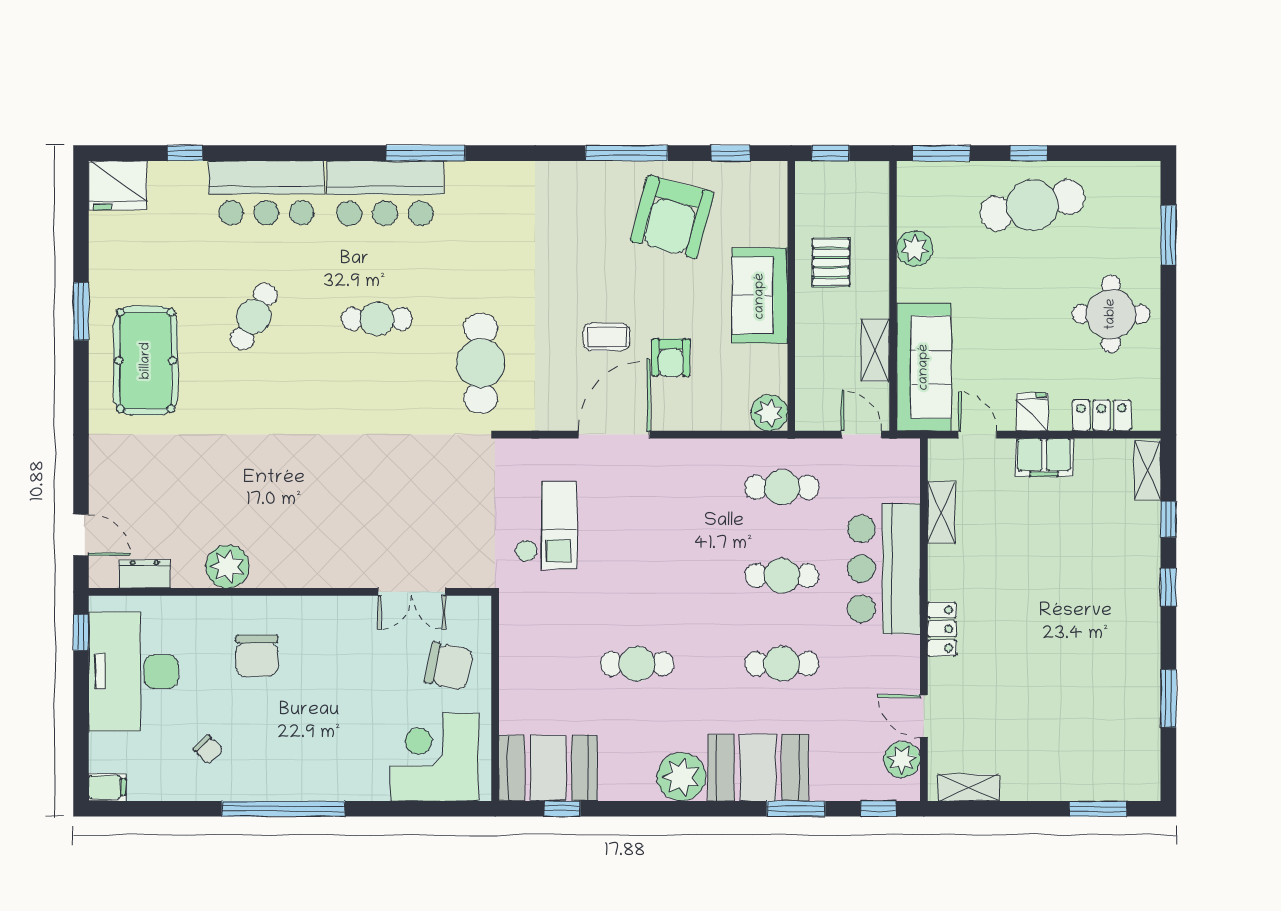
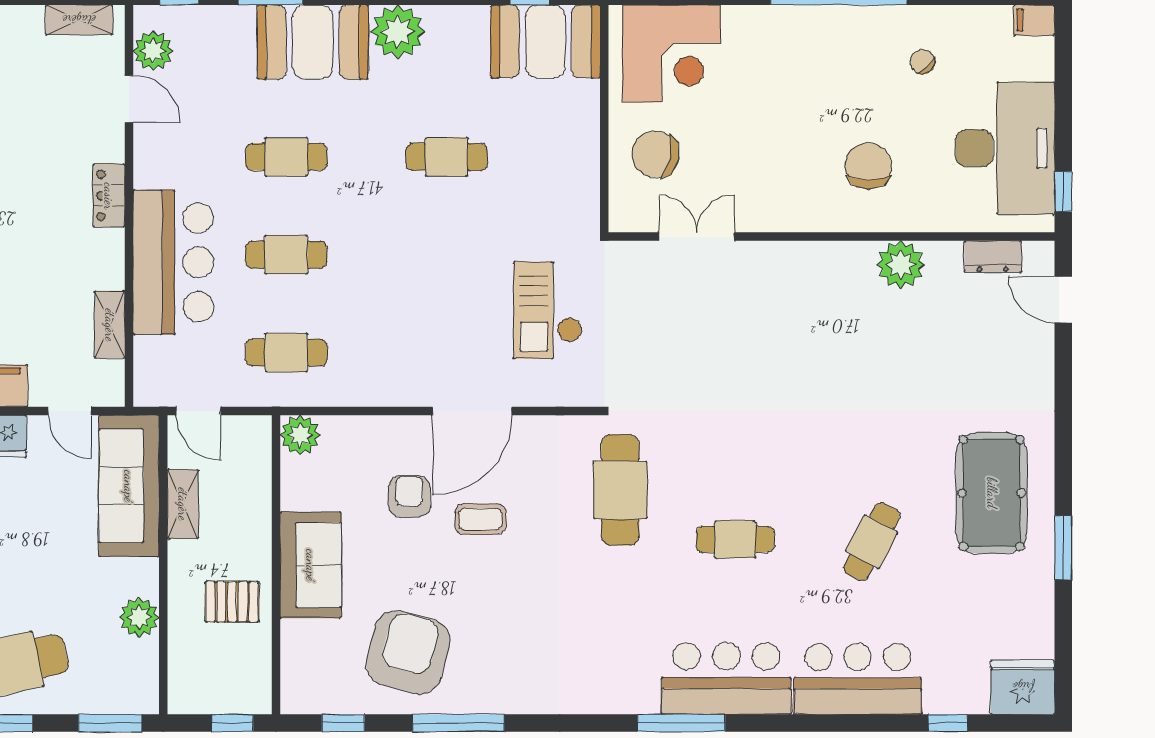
pallet: (831, 262) -> (232, 602), turned 90

